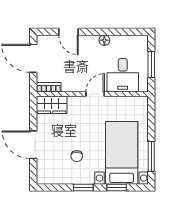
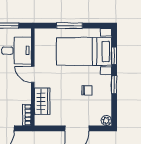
wardrobe: (52, 105) -> (42, 101), moved
window: (151, 156) -> (69, 26), moved
plant: (42, 179) -> (106, 121), added

